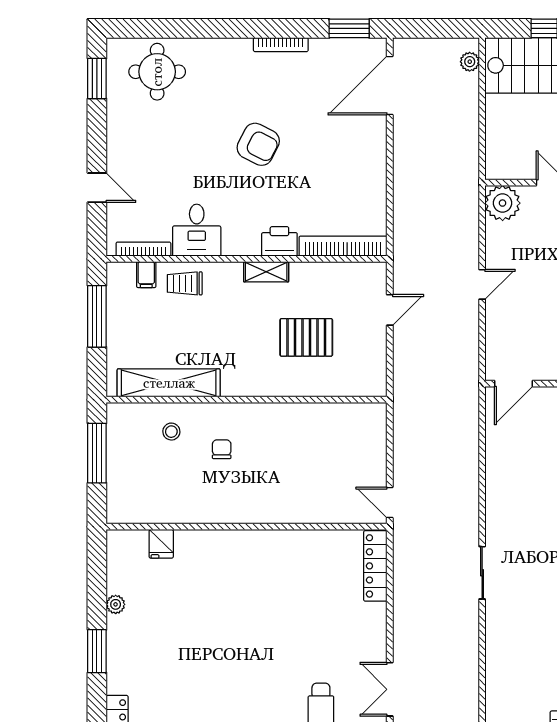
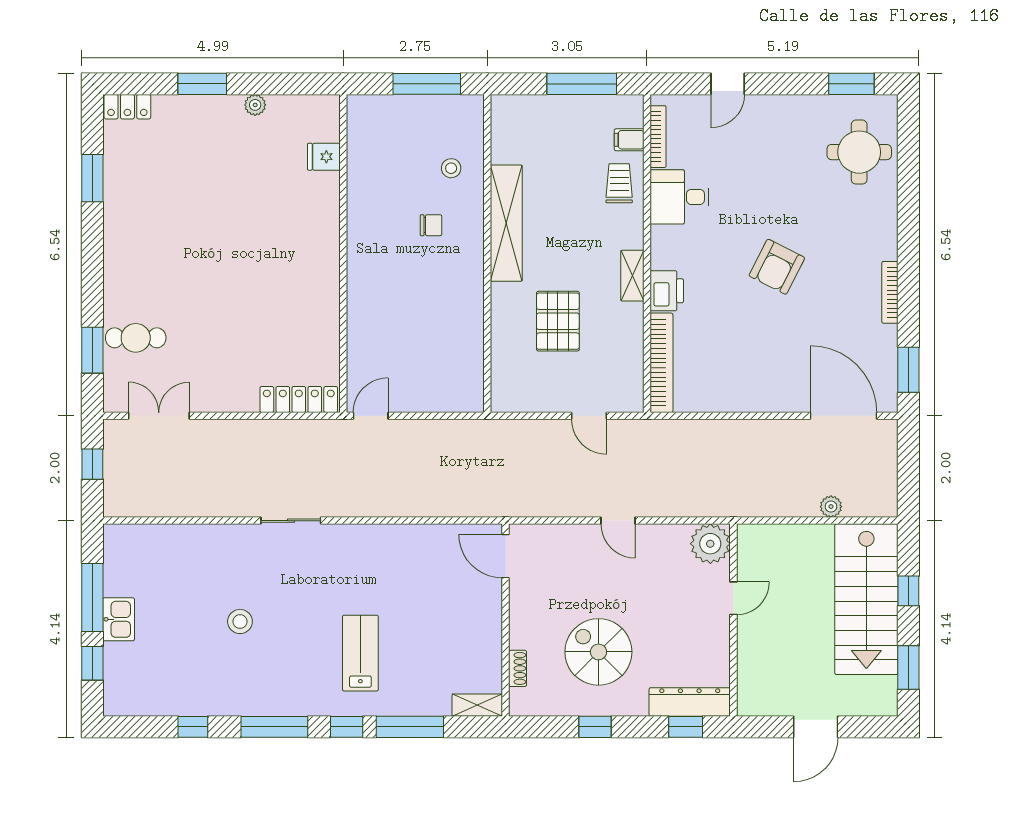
plant: (470, 62) -> (831, 507), moved
shelving: (169, 383) -> (506, 223), moved

